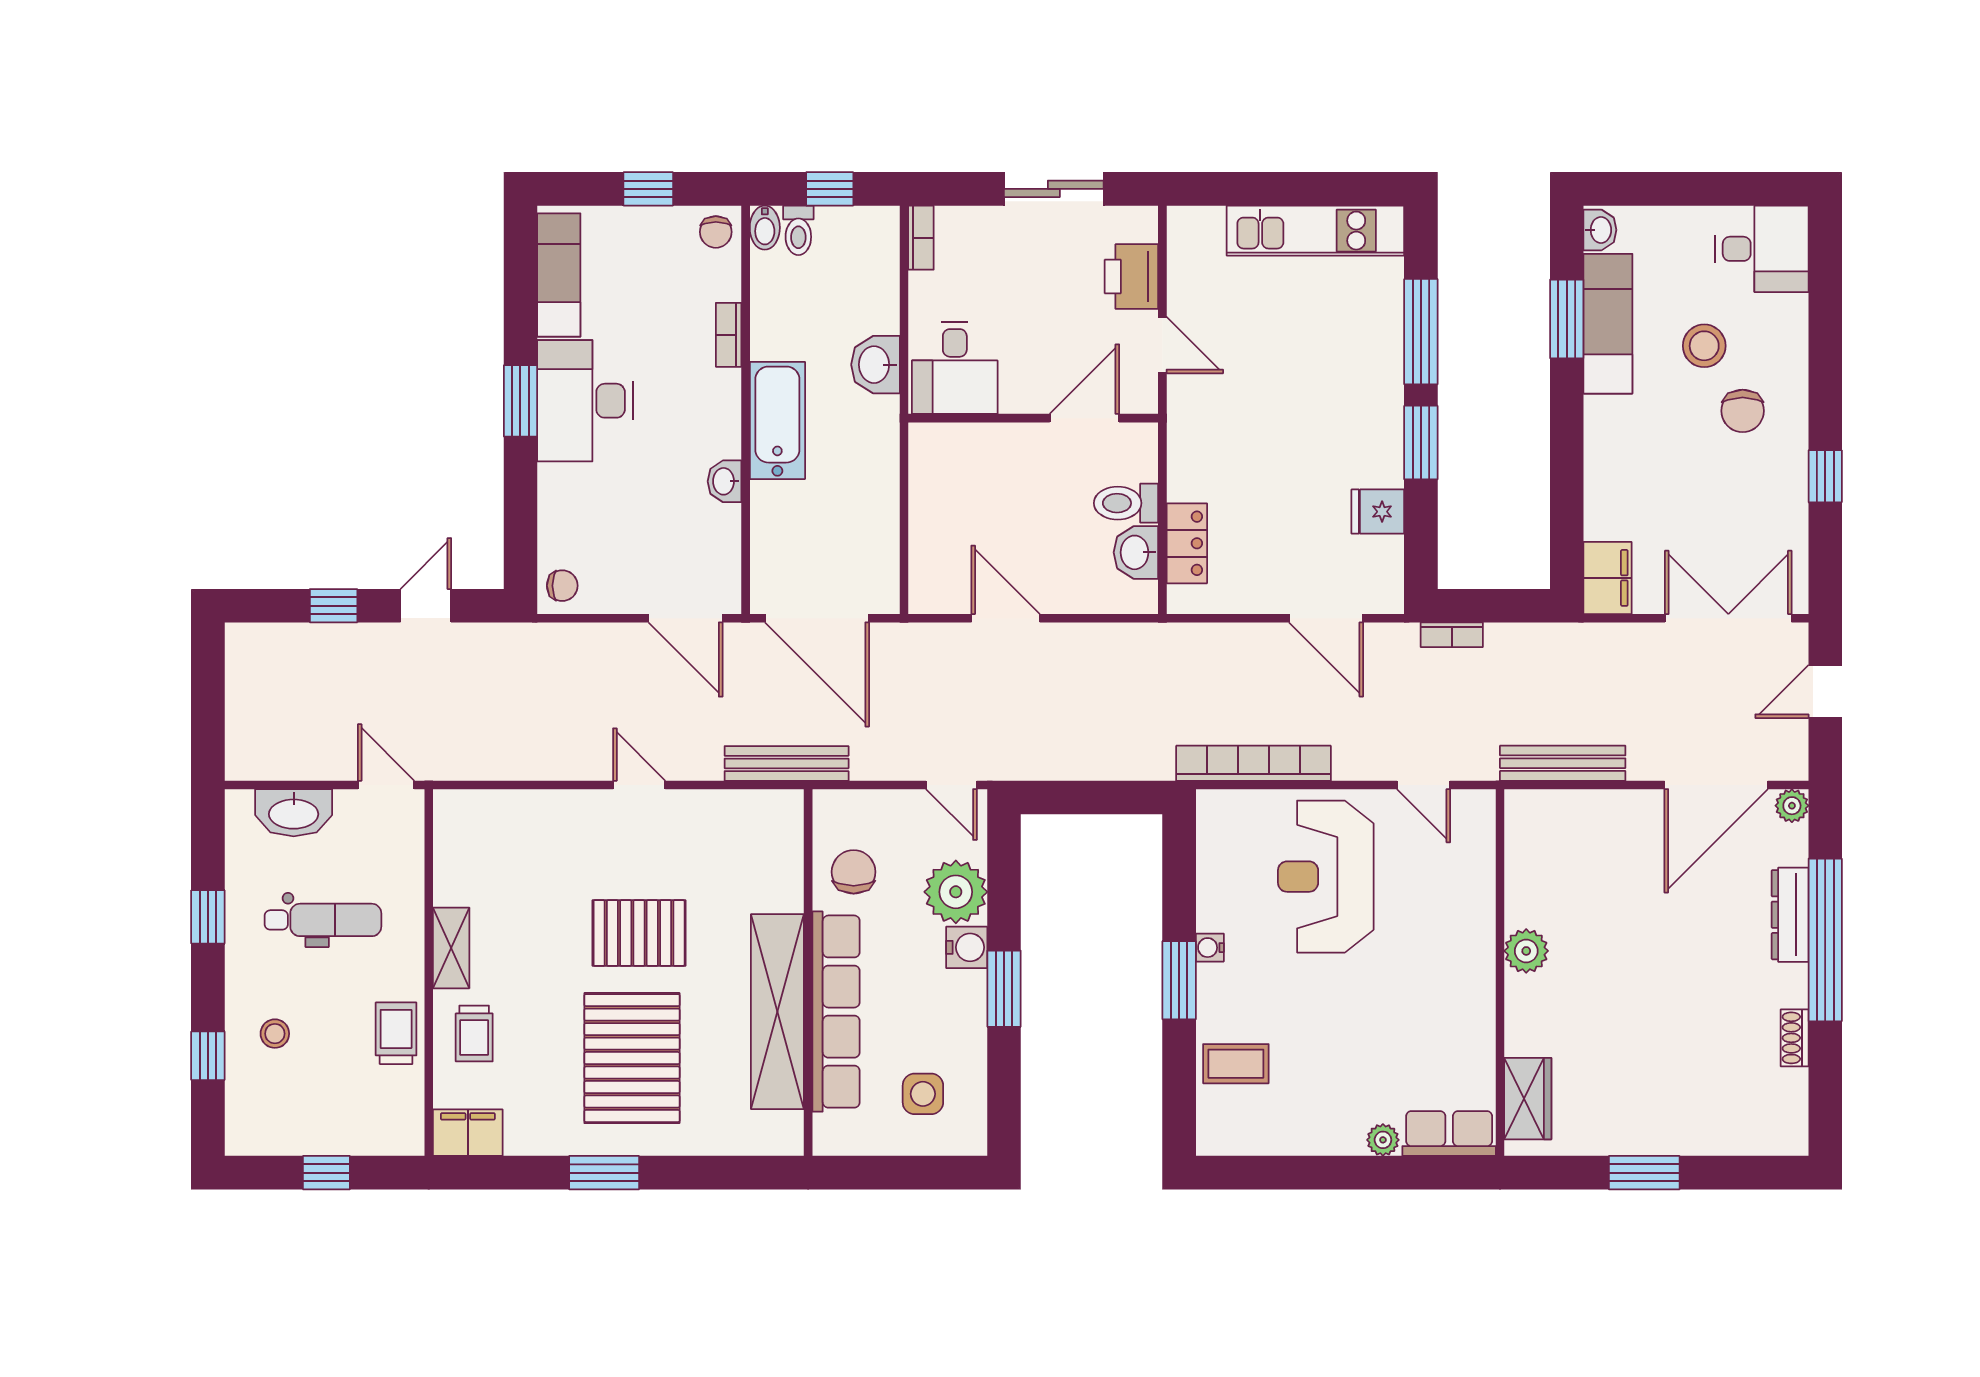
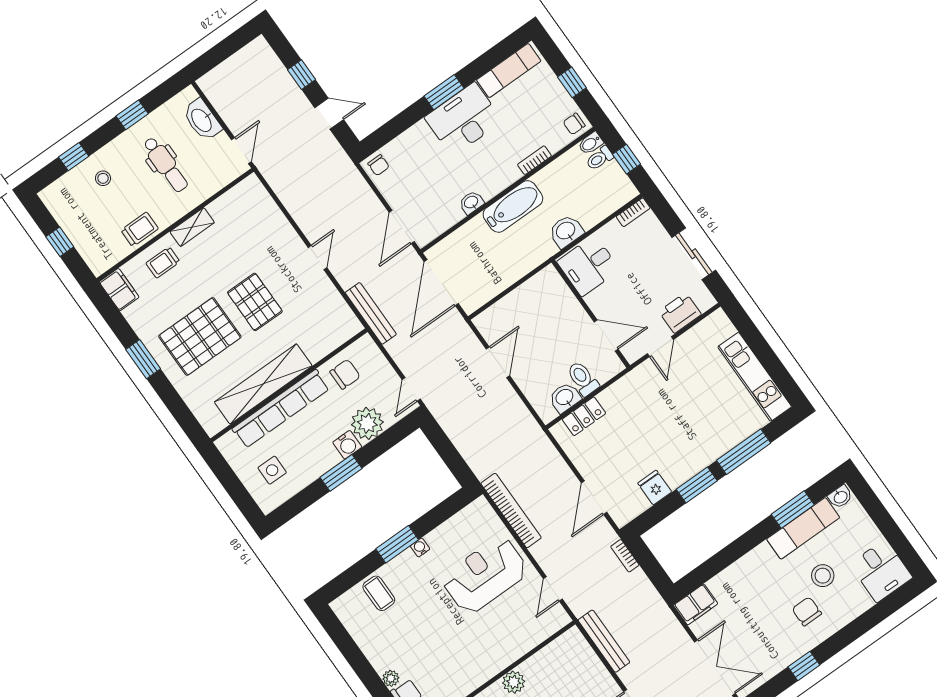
chair: (1743, 411) -> (807, 611), turned 90

